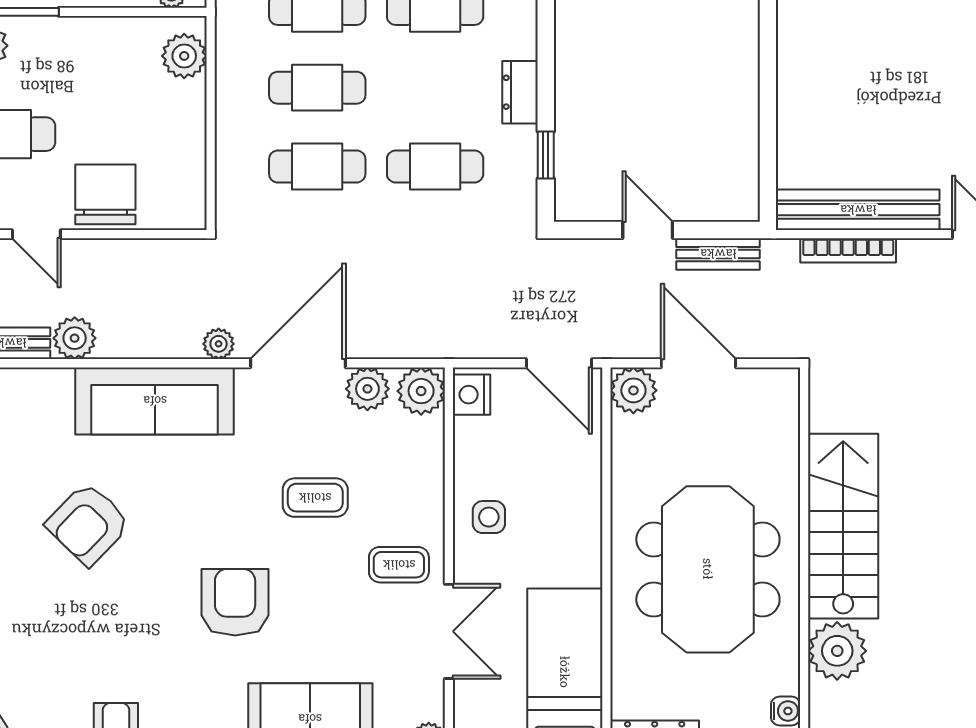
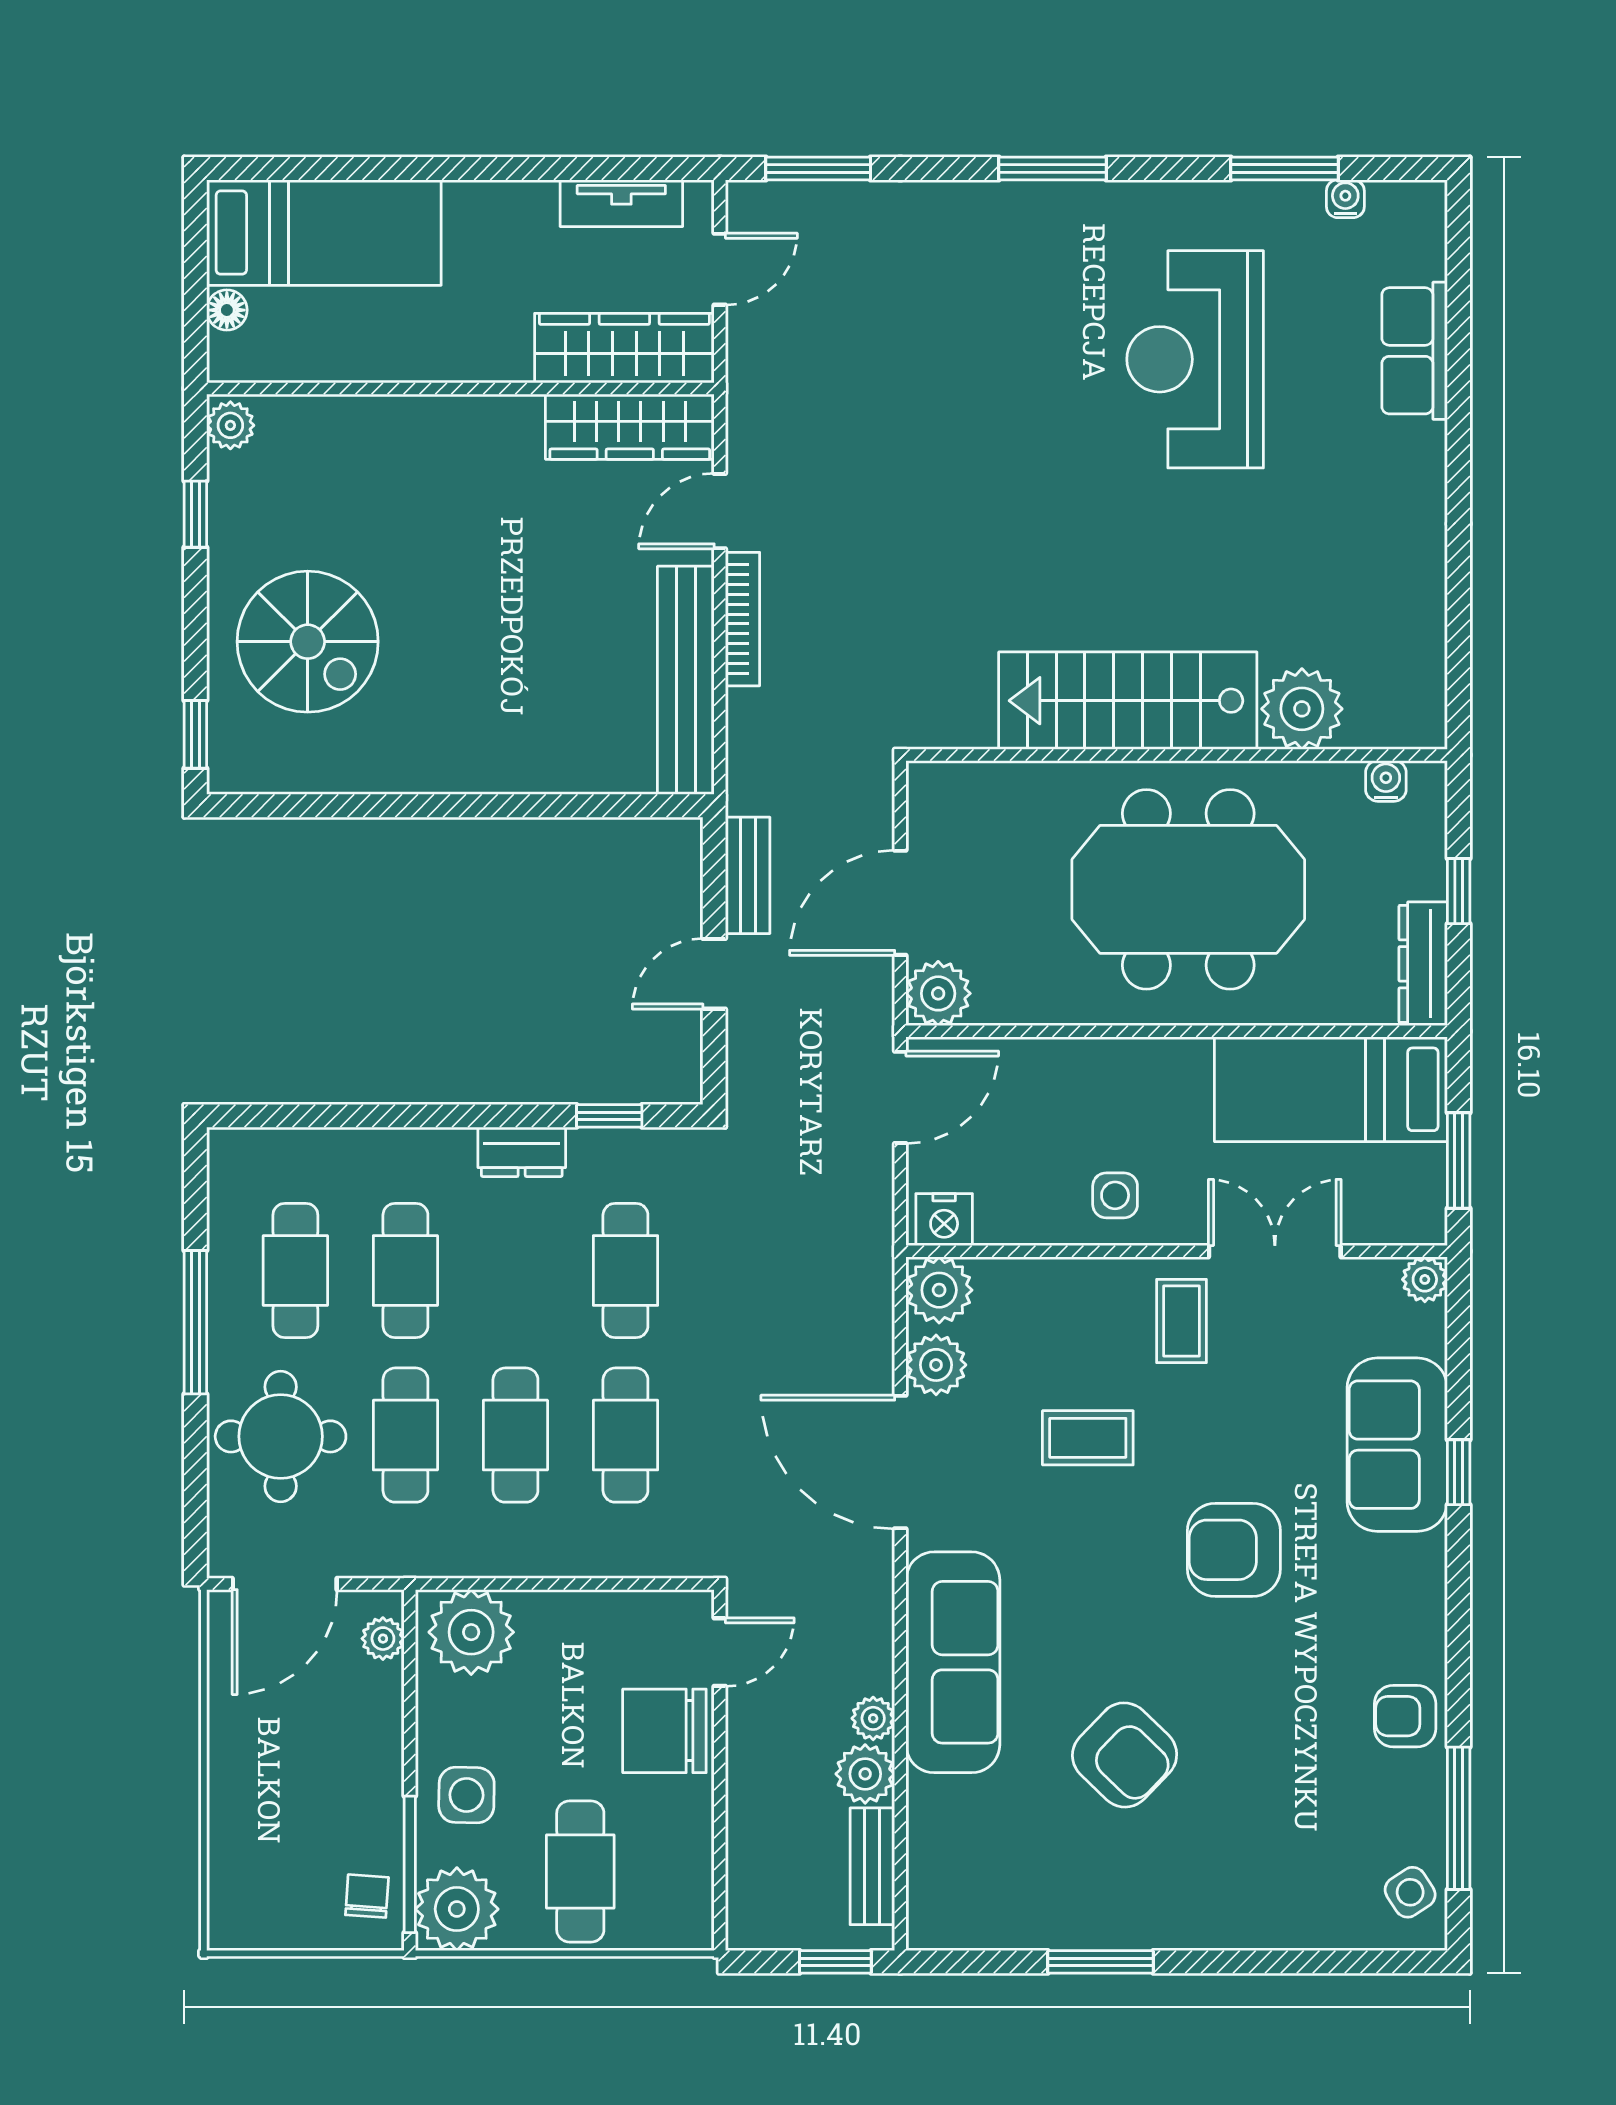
side table: (59, 53) -> (466, 1795), added
plant: (184, 56) -> (471, 1632), width x1.36, depth x1.36
door: (36, 234) -> (720, 1652), moved
bookcase: (848, 250) -> (743, 619), moved
plant: (219, 344) -> (873, 1718), moved
coffee table: (315, 498) -> (1088, 1438), turned 90

